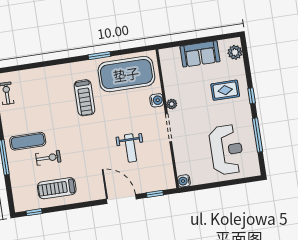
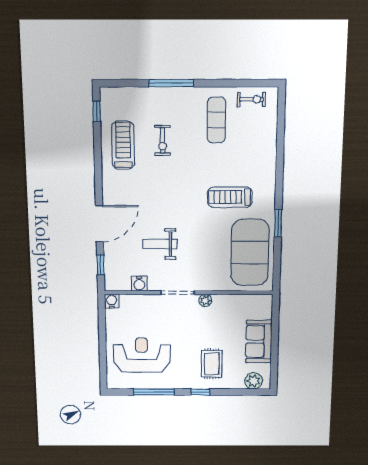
water cooler: (157, 100) -> (139, 284), moved
exercise mat: (28, 141) -> (216, 120), moved
reception desk: (227, 150) -> (142, 355), turned 180

